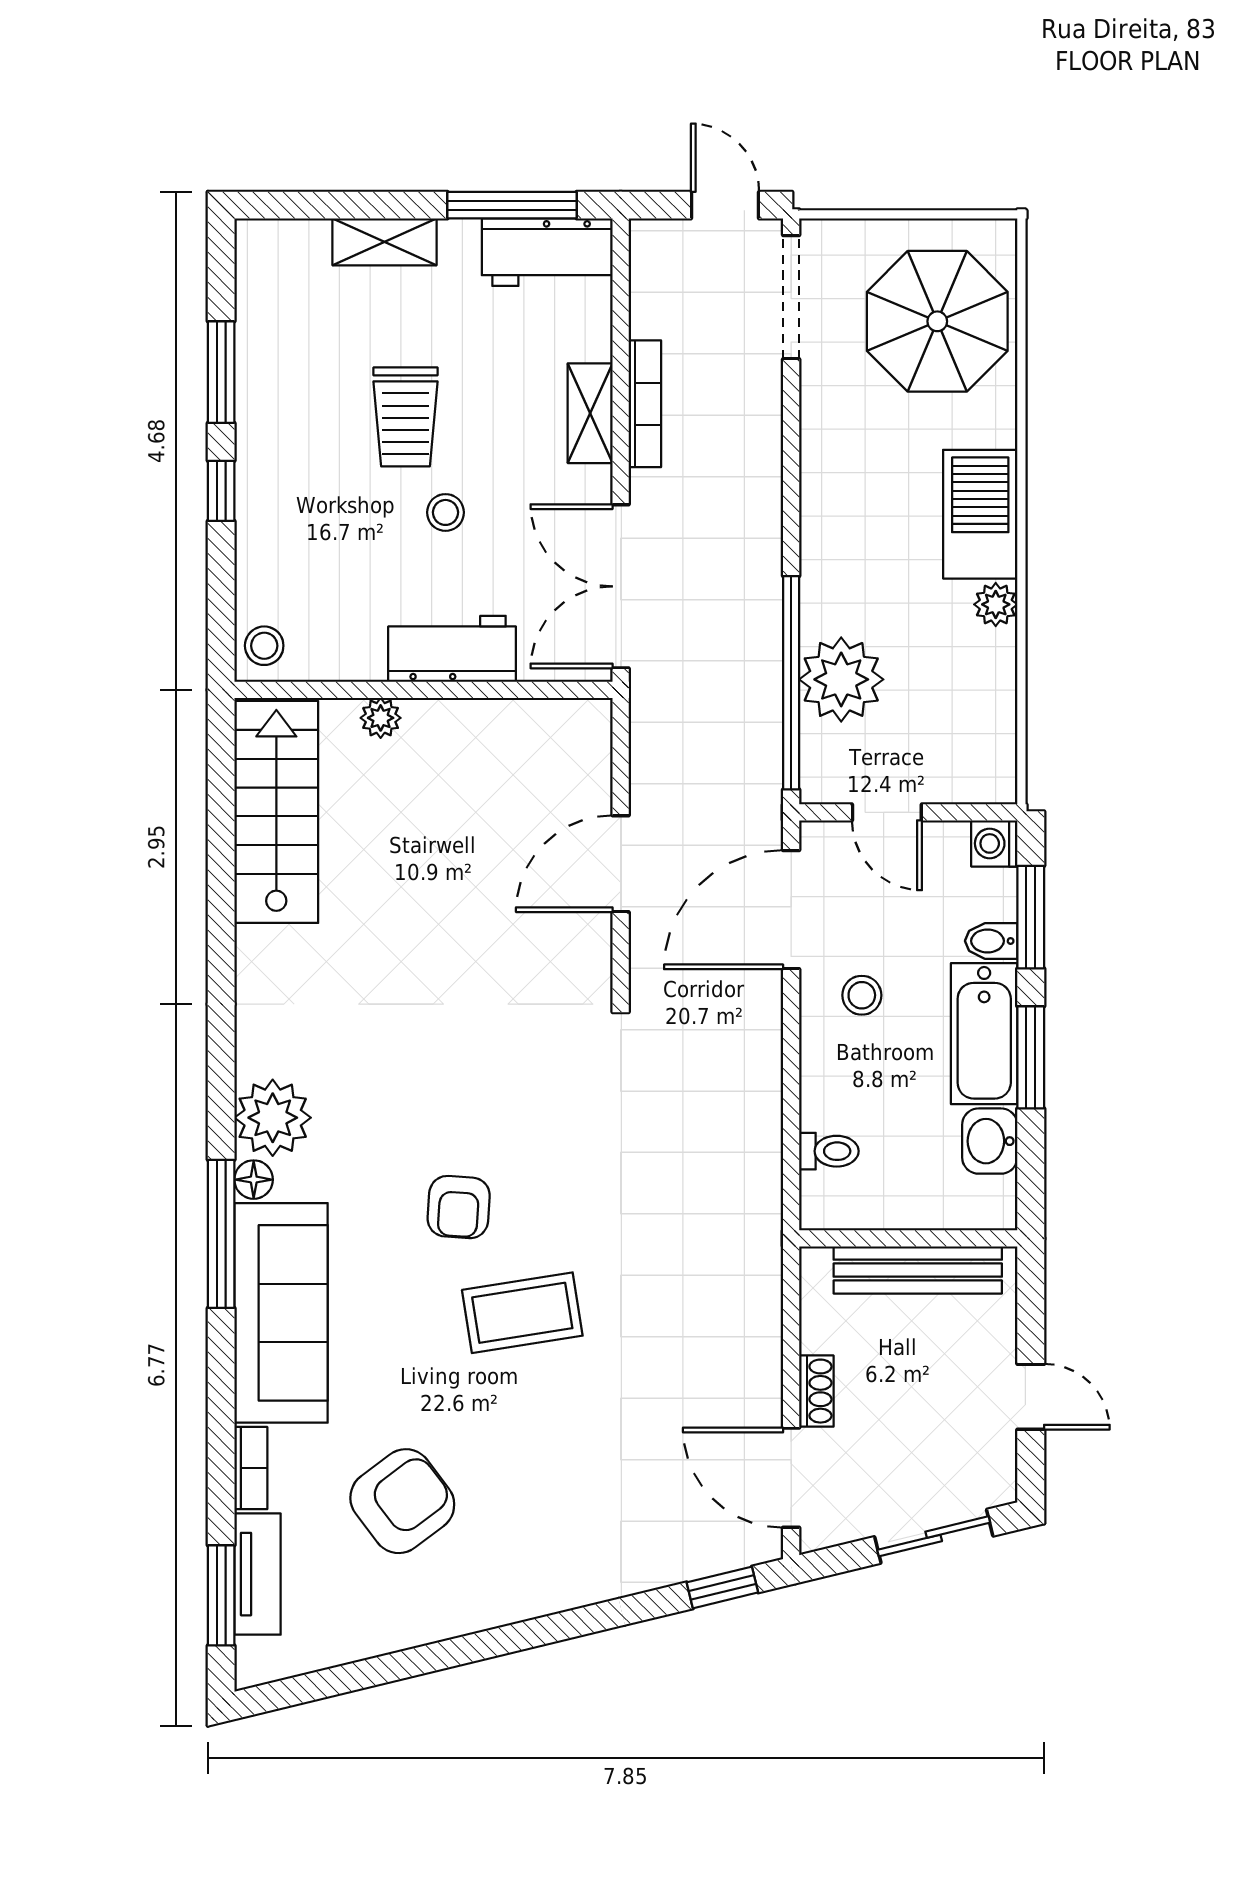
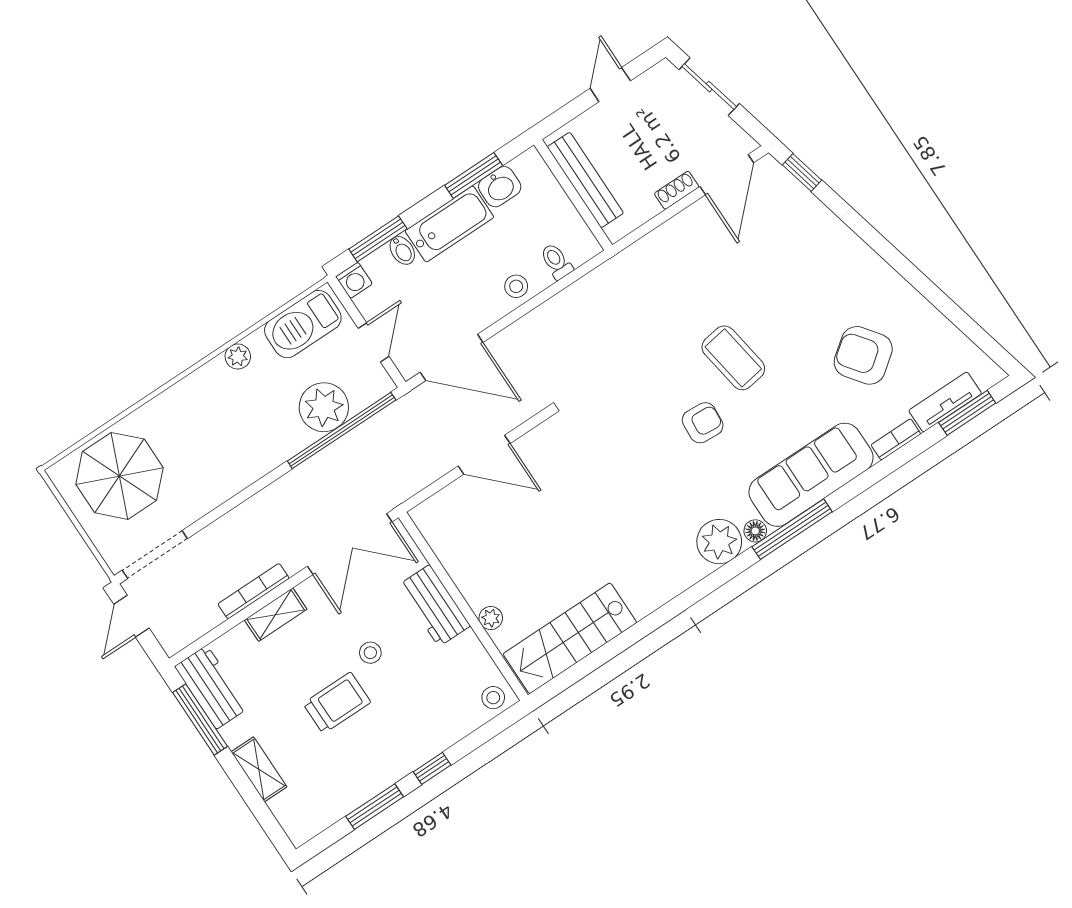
barbecue: (980, 514) -> (303, 324), moved
stool: (862, 995) -> (516, 286), moved
window: (1031, 1057) -> (474, 175), moved

